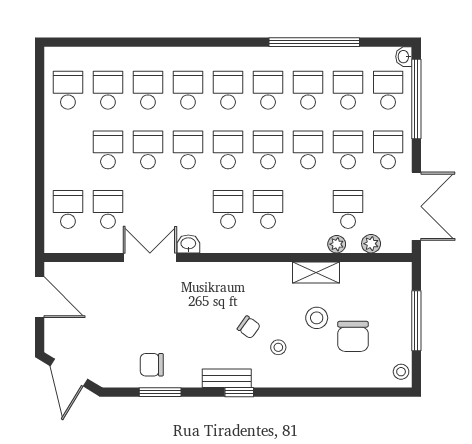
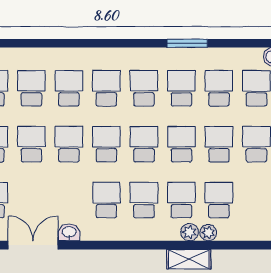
window: (314, 42) -> (187, 43), width x0.47
school desk: (308, 209) -> (181, 200), added
plant: (371, 244) -> (190, 232), moved

